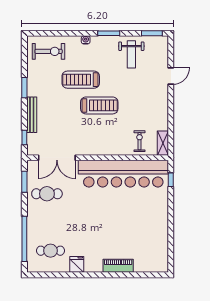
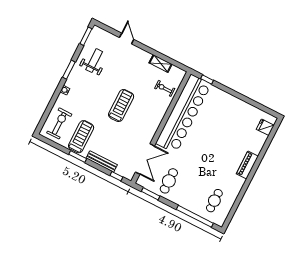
weight bench: (131, 54) -> (94, 61), turned -90
treadmill: (81, 80) -> (81, 137), moved, turned 180
shelving: (163, 143) -> (161, 64), moved
fridge: (77, 264) -> (265, 127), moved
piano: (118, 266) -> (247, 165), moved

